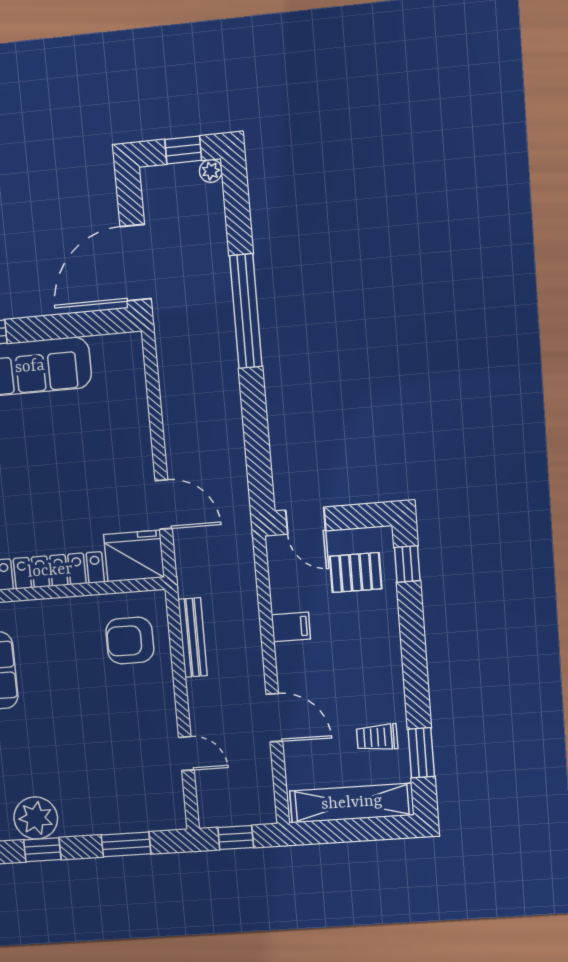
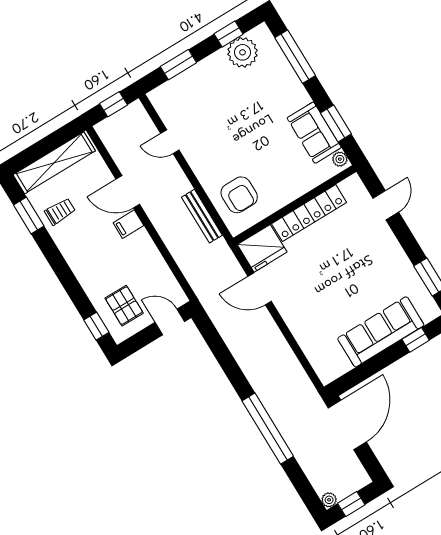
pallet: (356, 573) -> (124, 306), turned 90
filing cabinet: (291, 627) -> (128, 224), moved
armchair: (130, 640) -> (239, 195), turned 90

